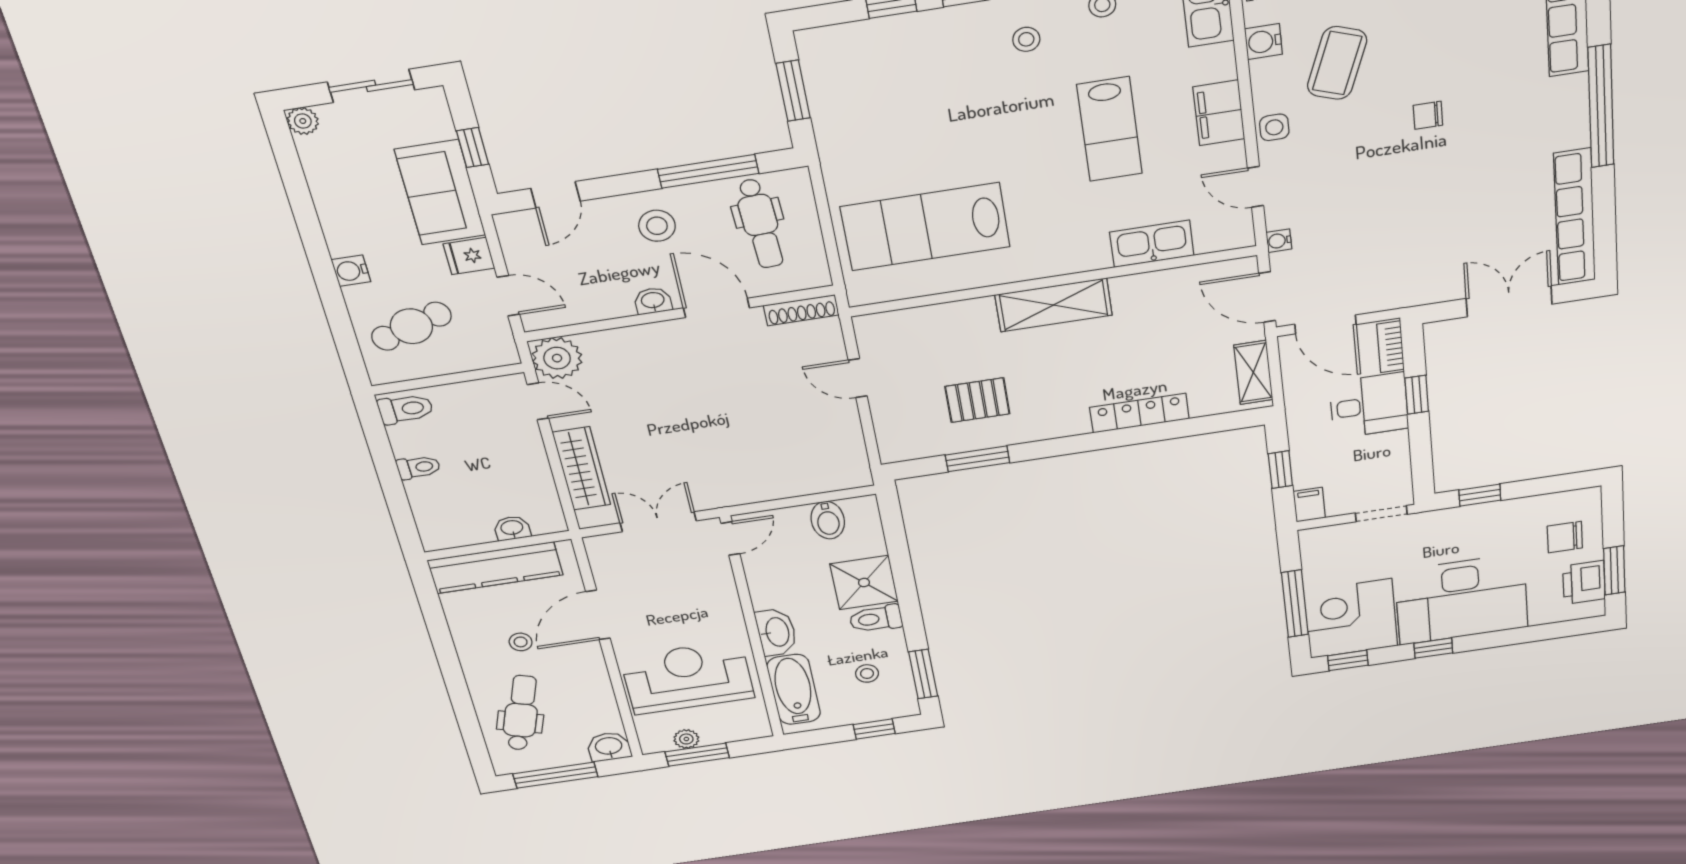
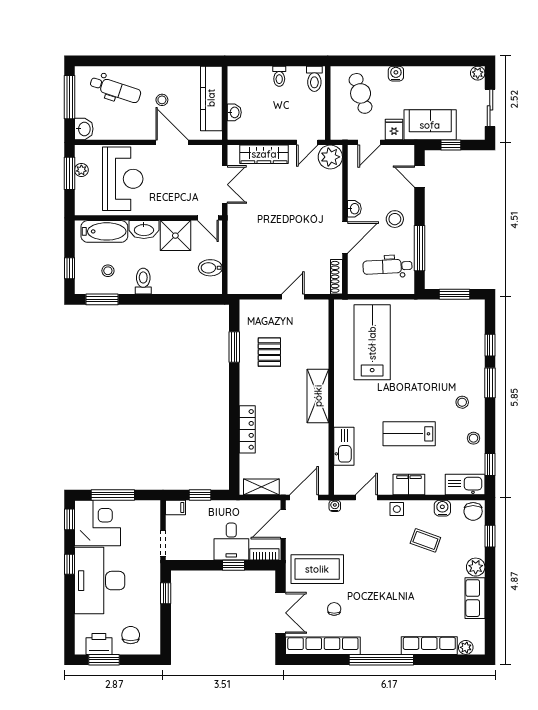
coffee table: (1337, 63) -> (425, 540), width x0.73, depth x0.77
chair: (1428, 115) -> (334, 609), moved
coffee table: (1414, 252) -> (317, 569), added
shower: (864, 583) -> (175, 236), moved

